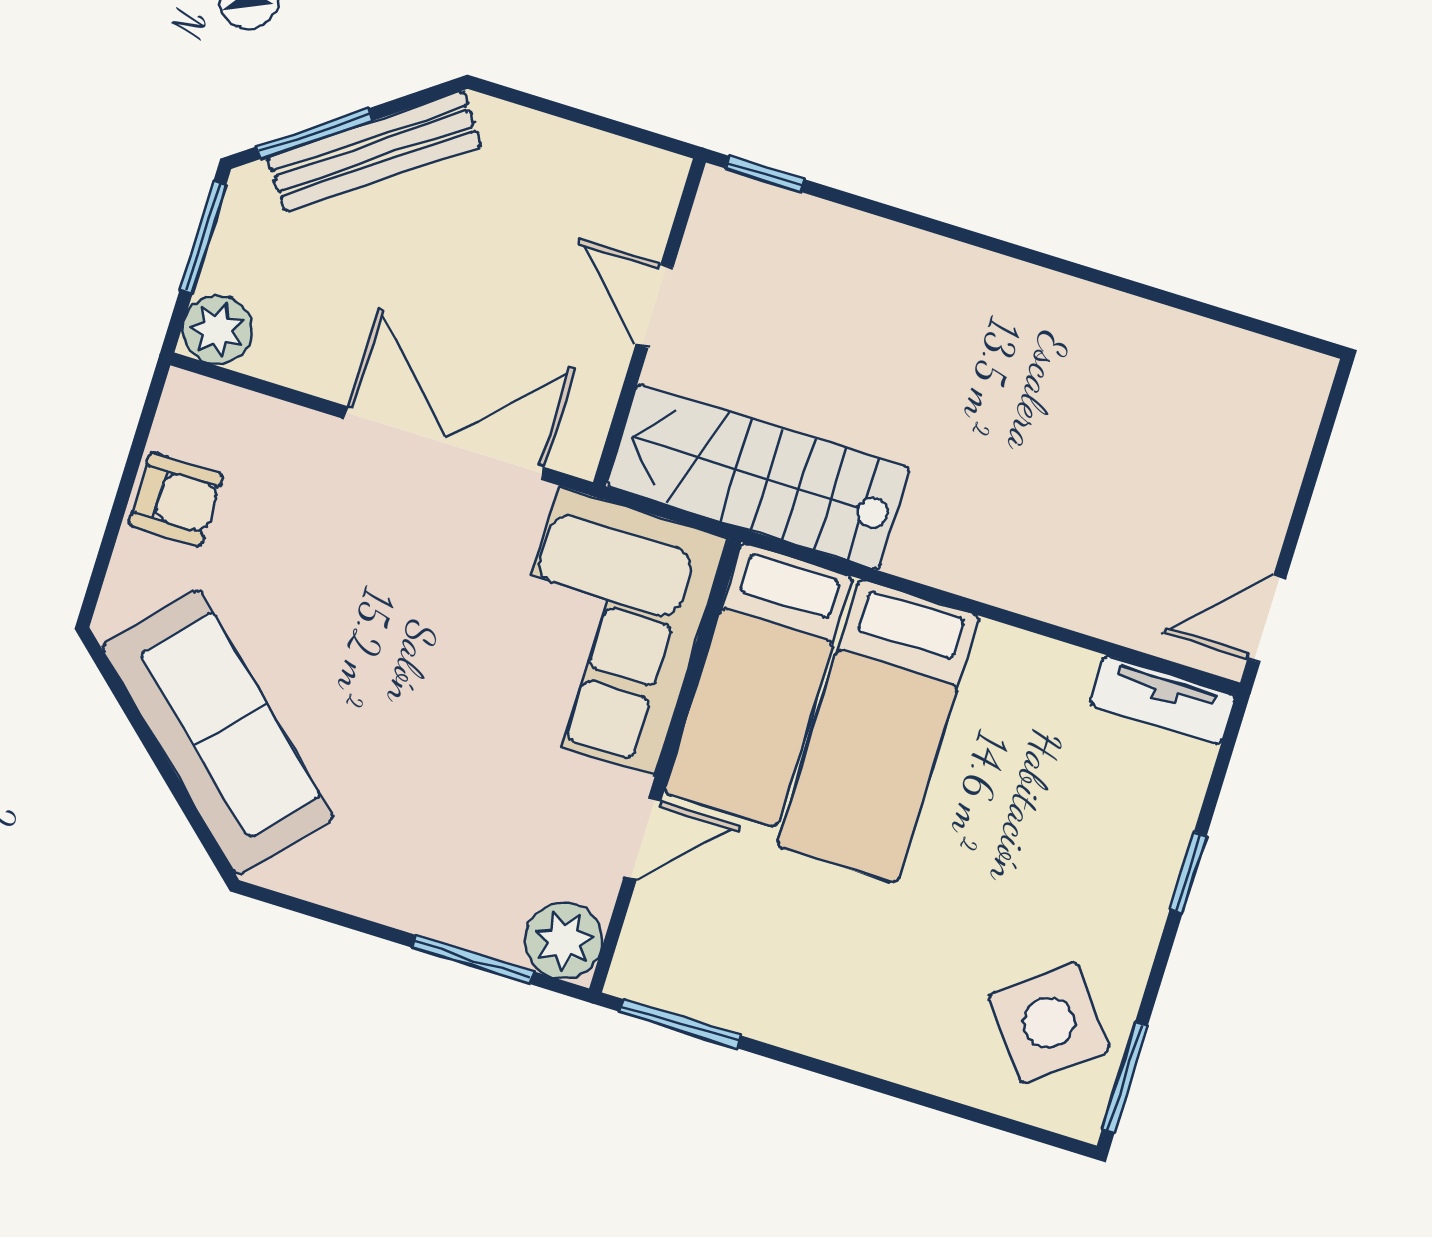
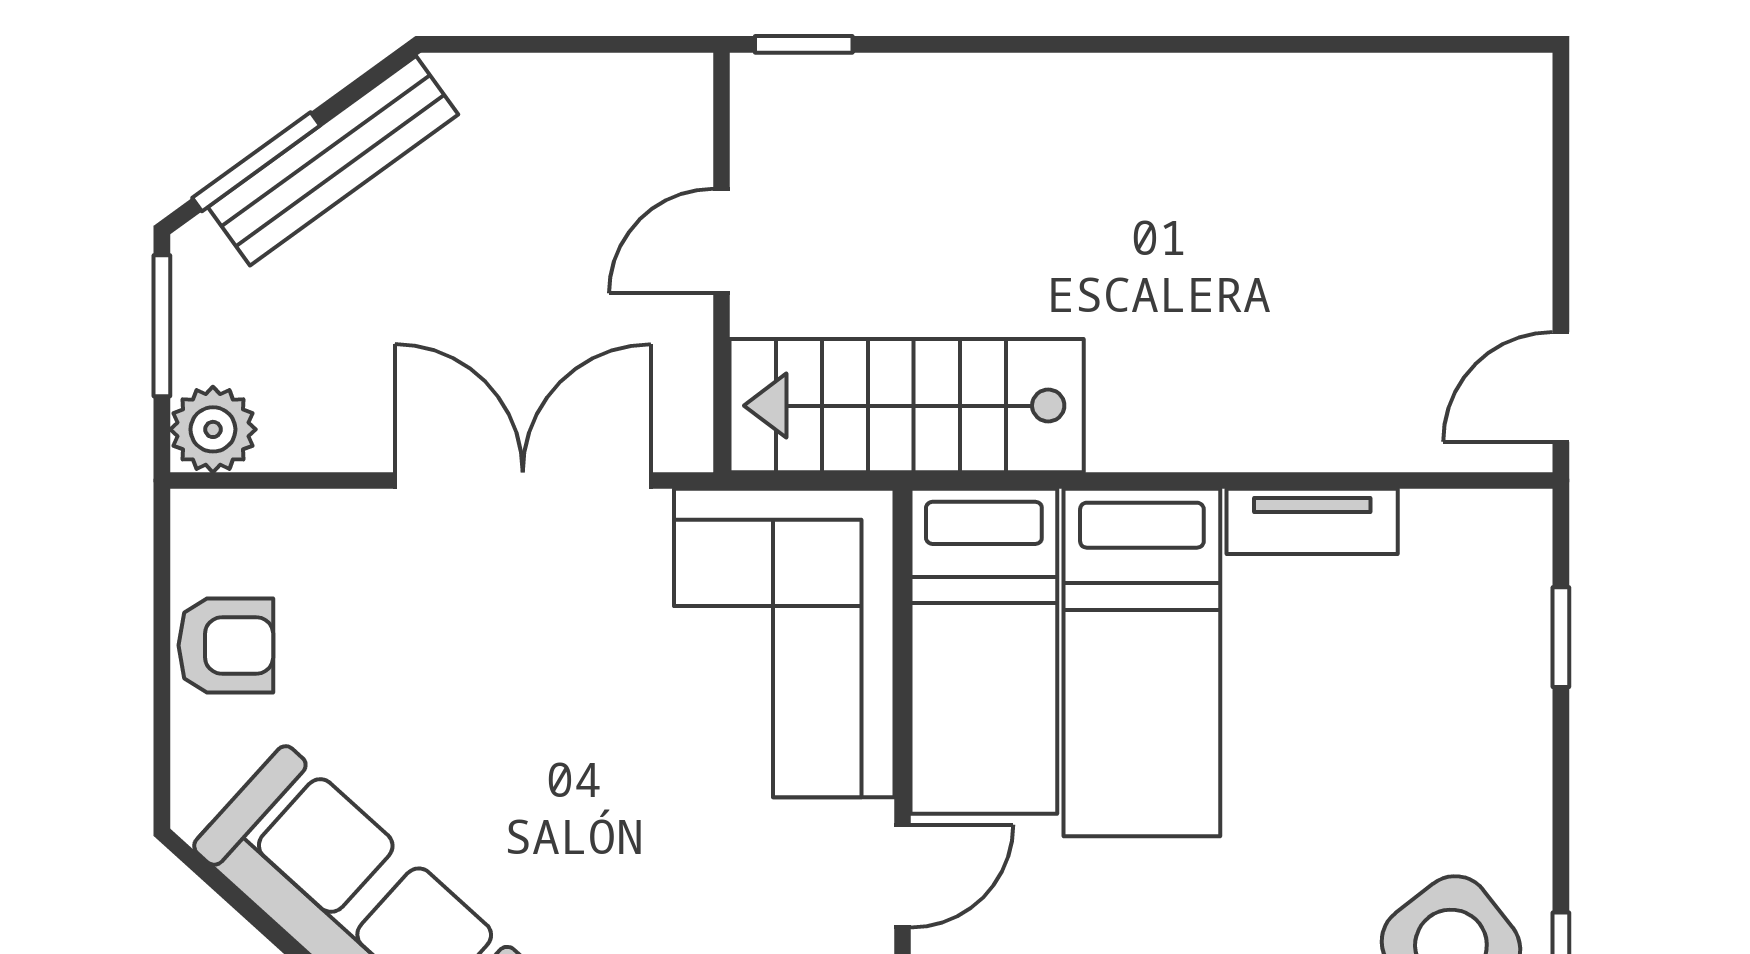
door: (654, 306) -> (721, 241), hinge flipped
tv unit: (1162, 700) -> (1312, 521), moved
window: (1188, 873) -> (1561, 637), moved

